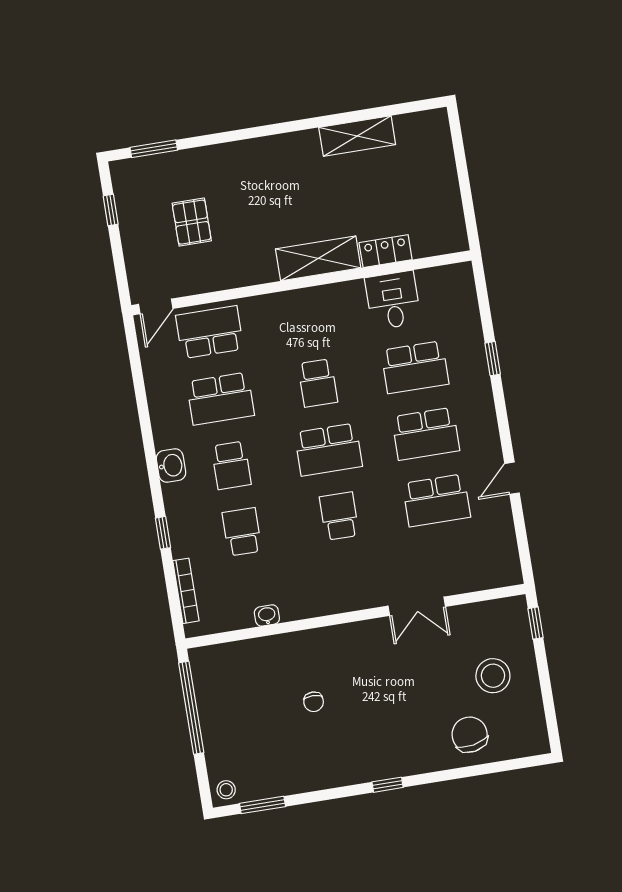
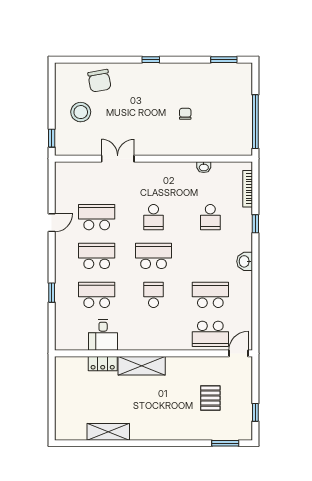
school desk: (231, 465) -> (210, 256), removed
stool: (226, 790) -> (243, 72), removed

